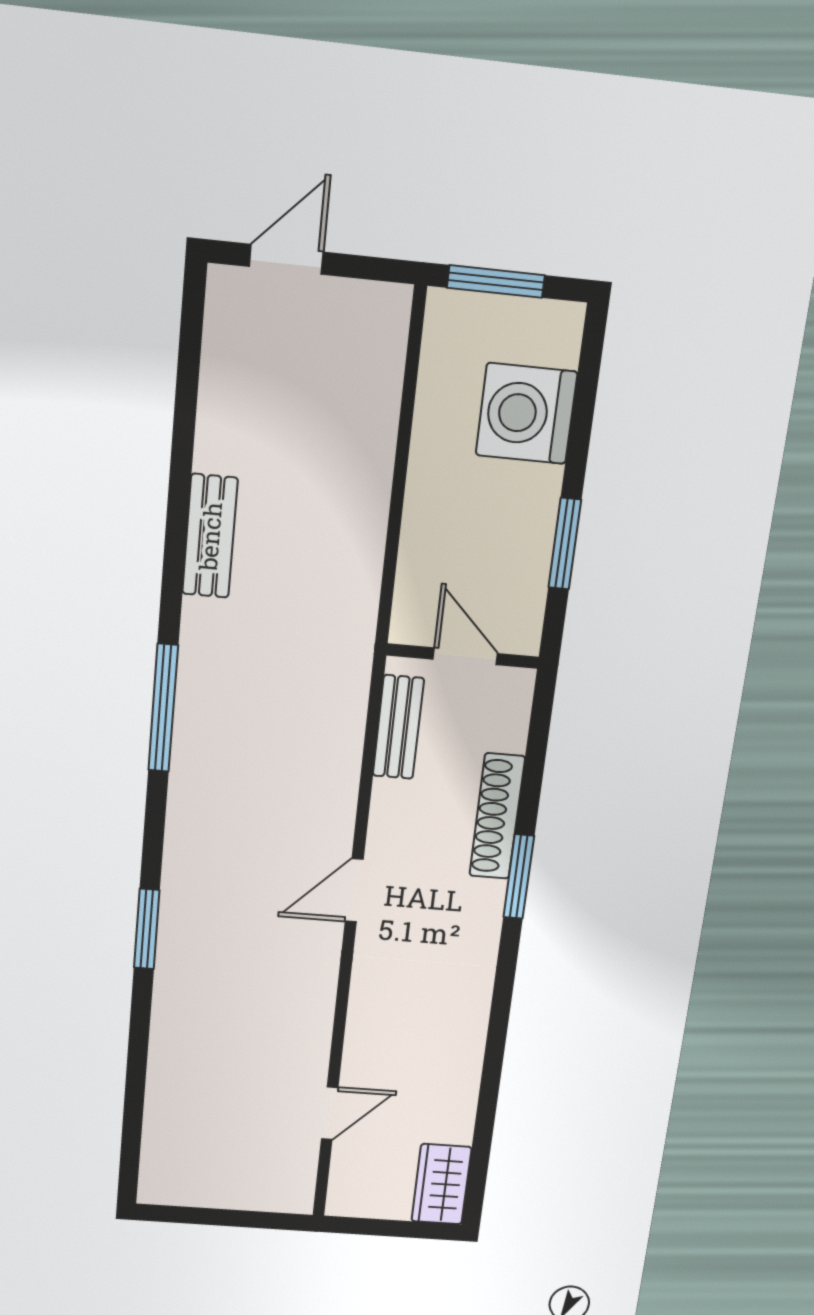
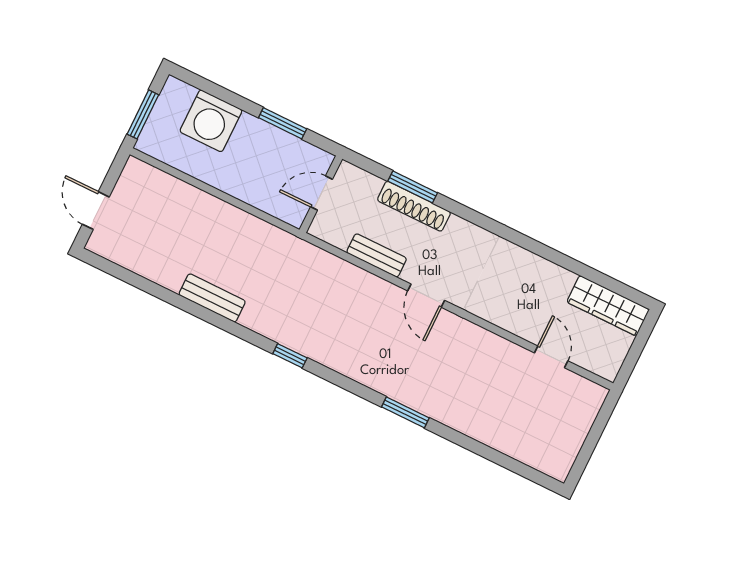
window: (163, 708) -> (290, 356), width x0.46
bench: (398, 727) -> (377, 255), moved
window: (519, 877) -> (413, 187), moved
wardrobe: (441, 1184) -> (608, 306), width x1.50

